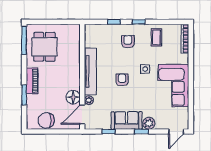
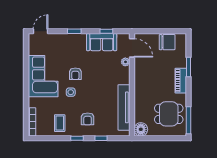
dining table: (44, 47) -> (169, 114), turned 90
tv unit: (90, 71) -> (124, 107), moved
armchair: (122, 80) -> (75, 74), moved
floor lamp: (73, 97) -> (141, 129), moved
door: (82, 115) -> (132, 48), hinge flipped
sofa: (127, 120) -> (102, 42), moved
plant: (149, 123) -> (67, 39), removed

